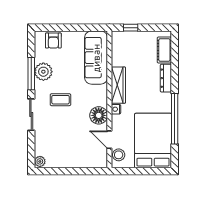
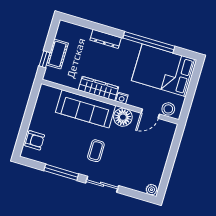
cot: (164, 50) -> (57, 54), moved, turned 90
sofa: (96, 58) -> (86, 109), moved
plant: (43, 72) -> (63, 159), removed

